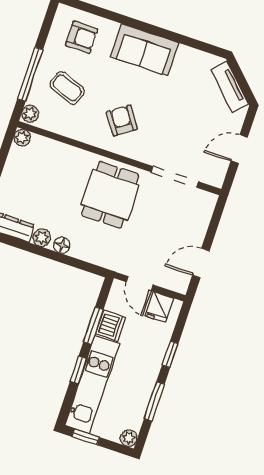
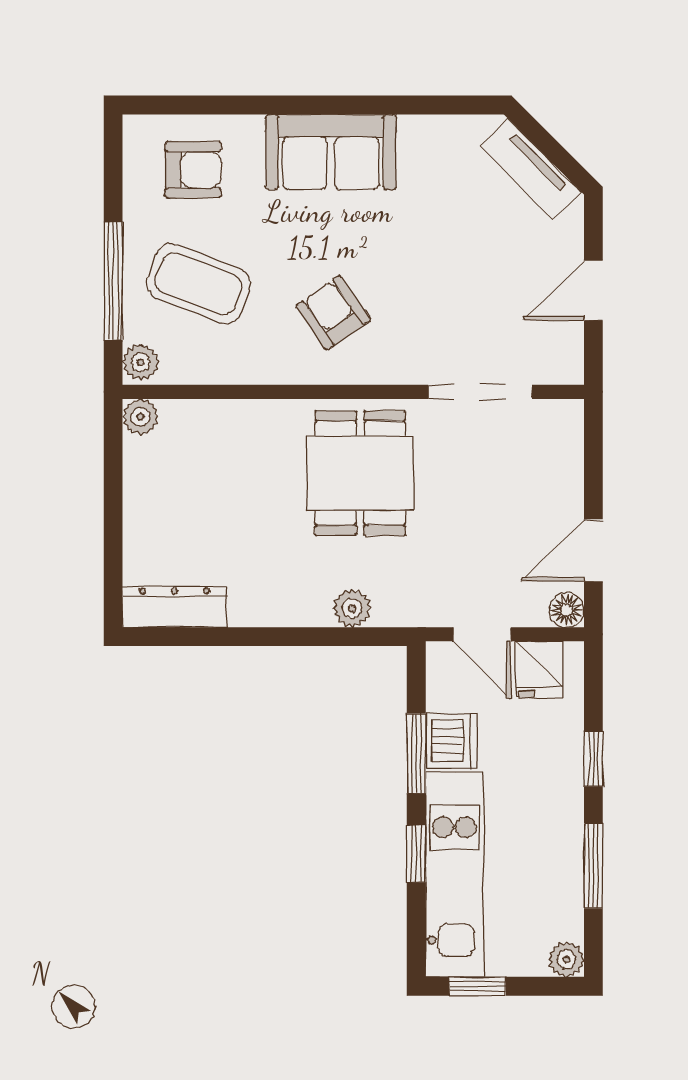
coffee table: (67, 88) -> (198, 284), width x1.36, depth x1.30
plant: (42, 238) -> (352, 608), moved
floor lamp: (62, 245) -> (567, 610), moved

